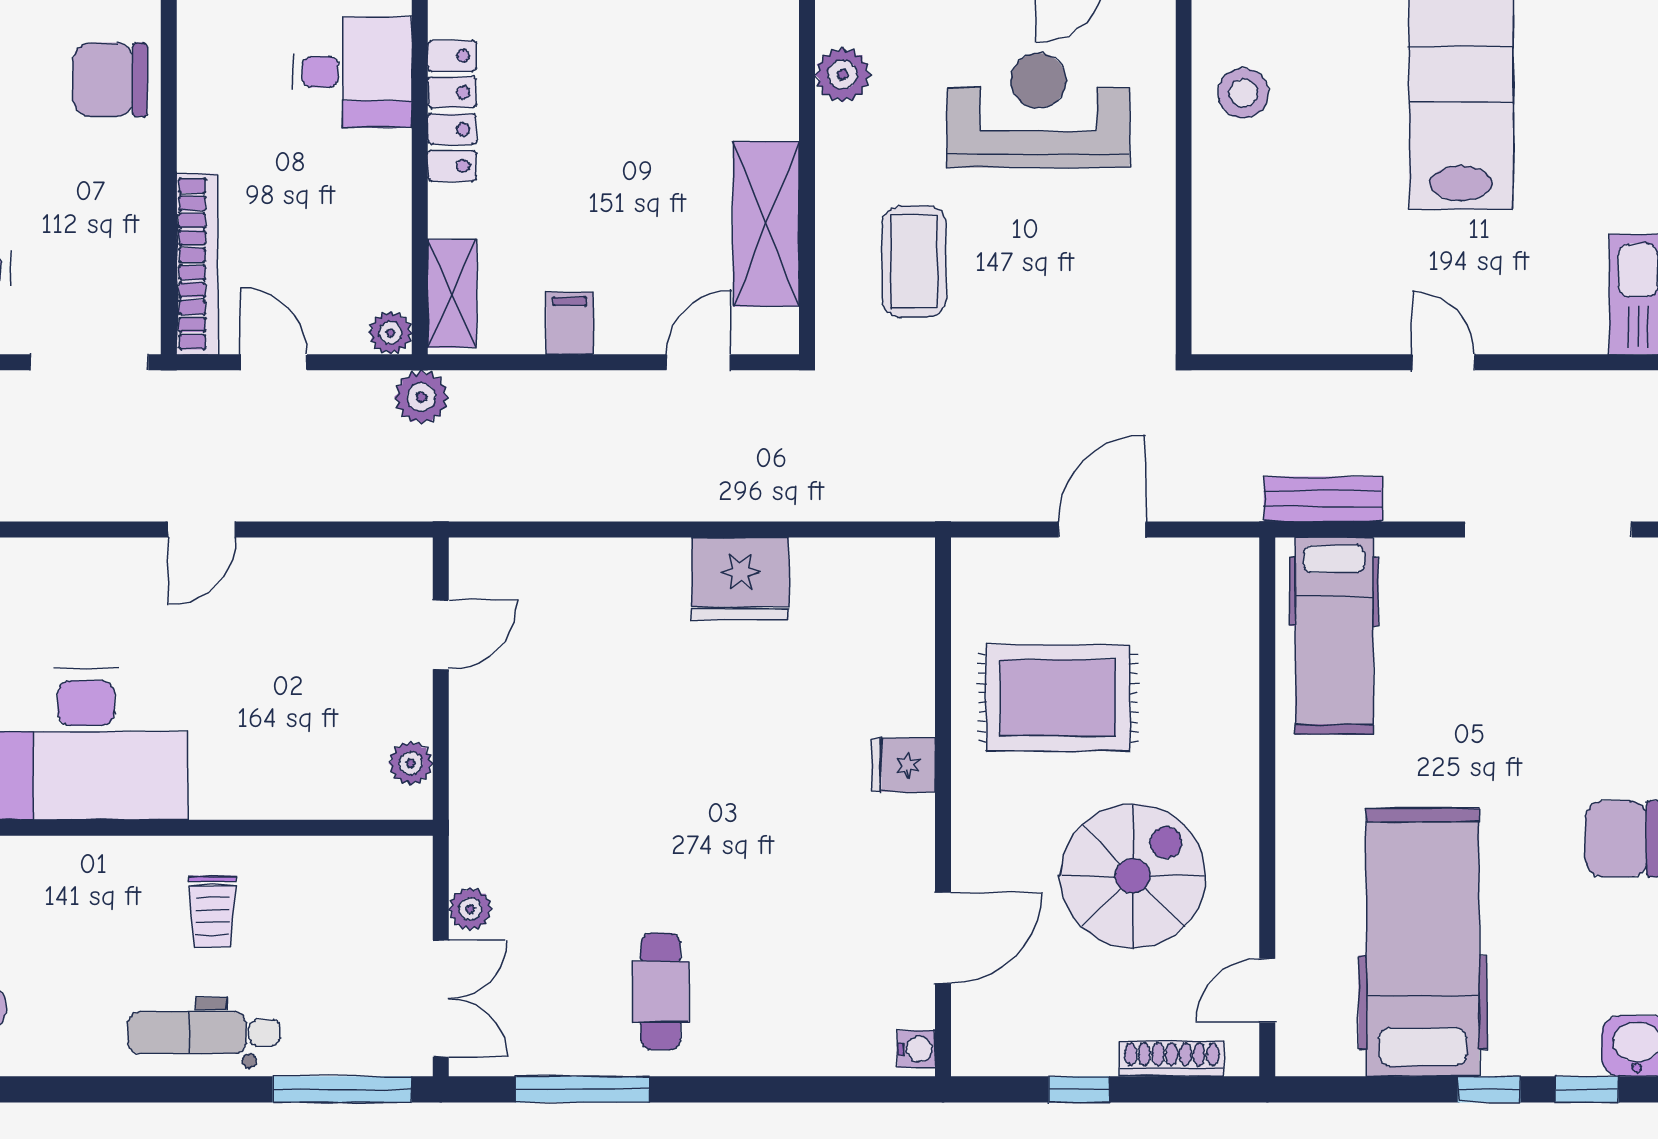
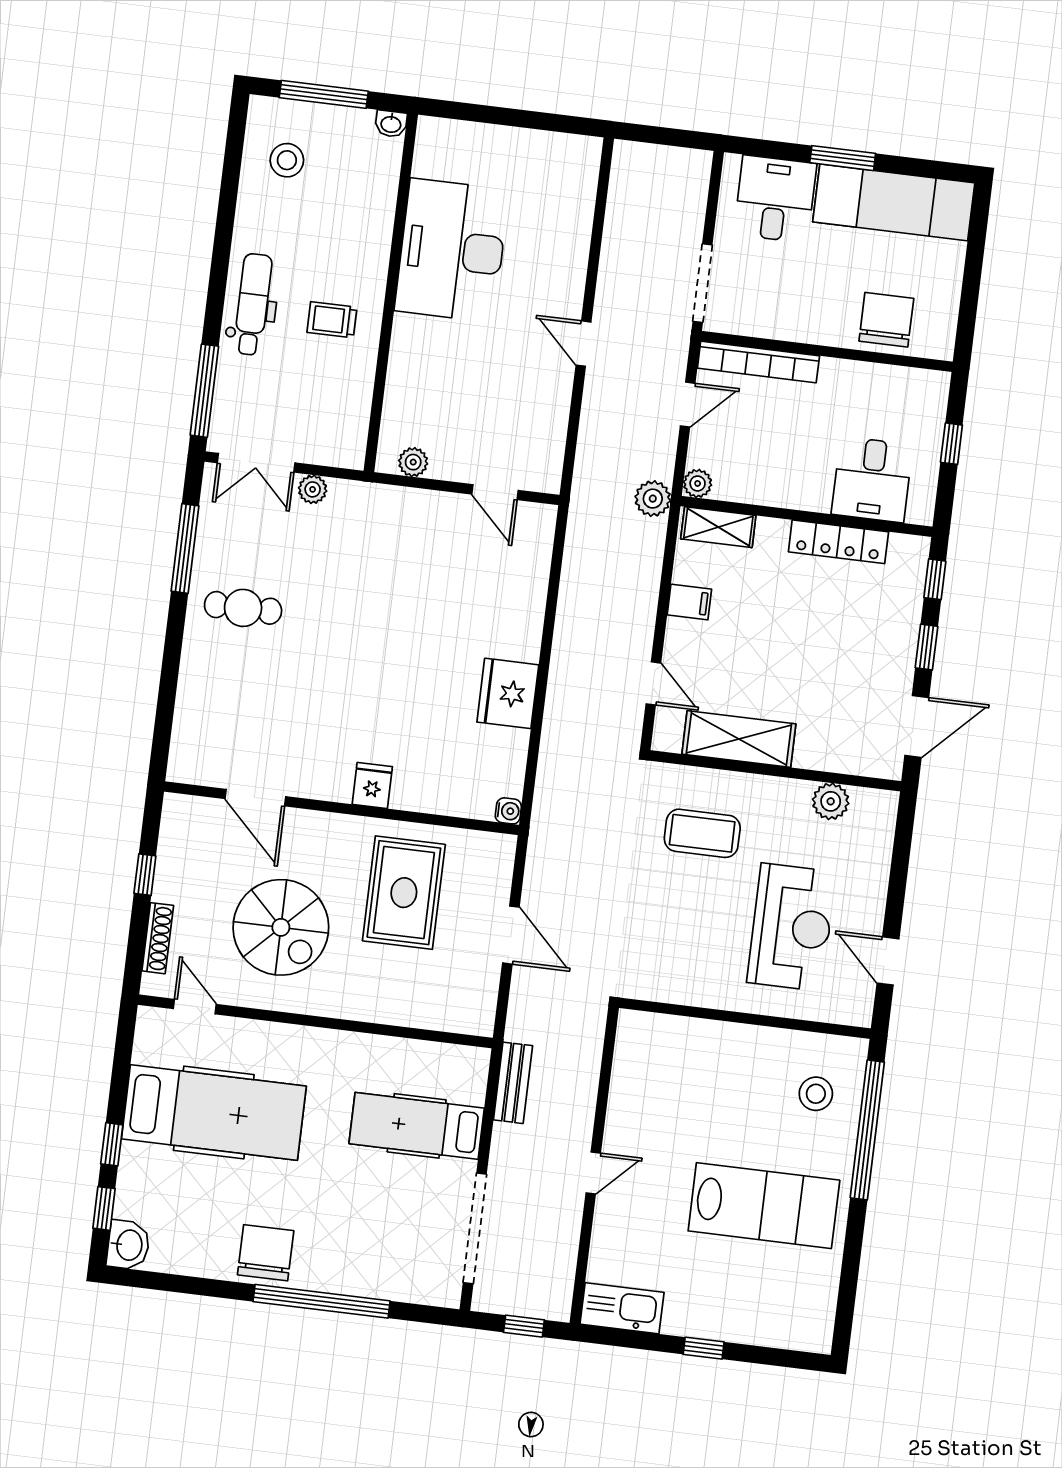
stool: (1243, 93) -> (816, 1094), moved
hospital bed: (1334, 636) -> (417, 1126), moved
water cooler: (916, 1049) -> (508, 811), moved, turned -90

